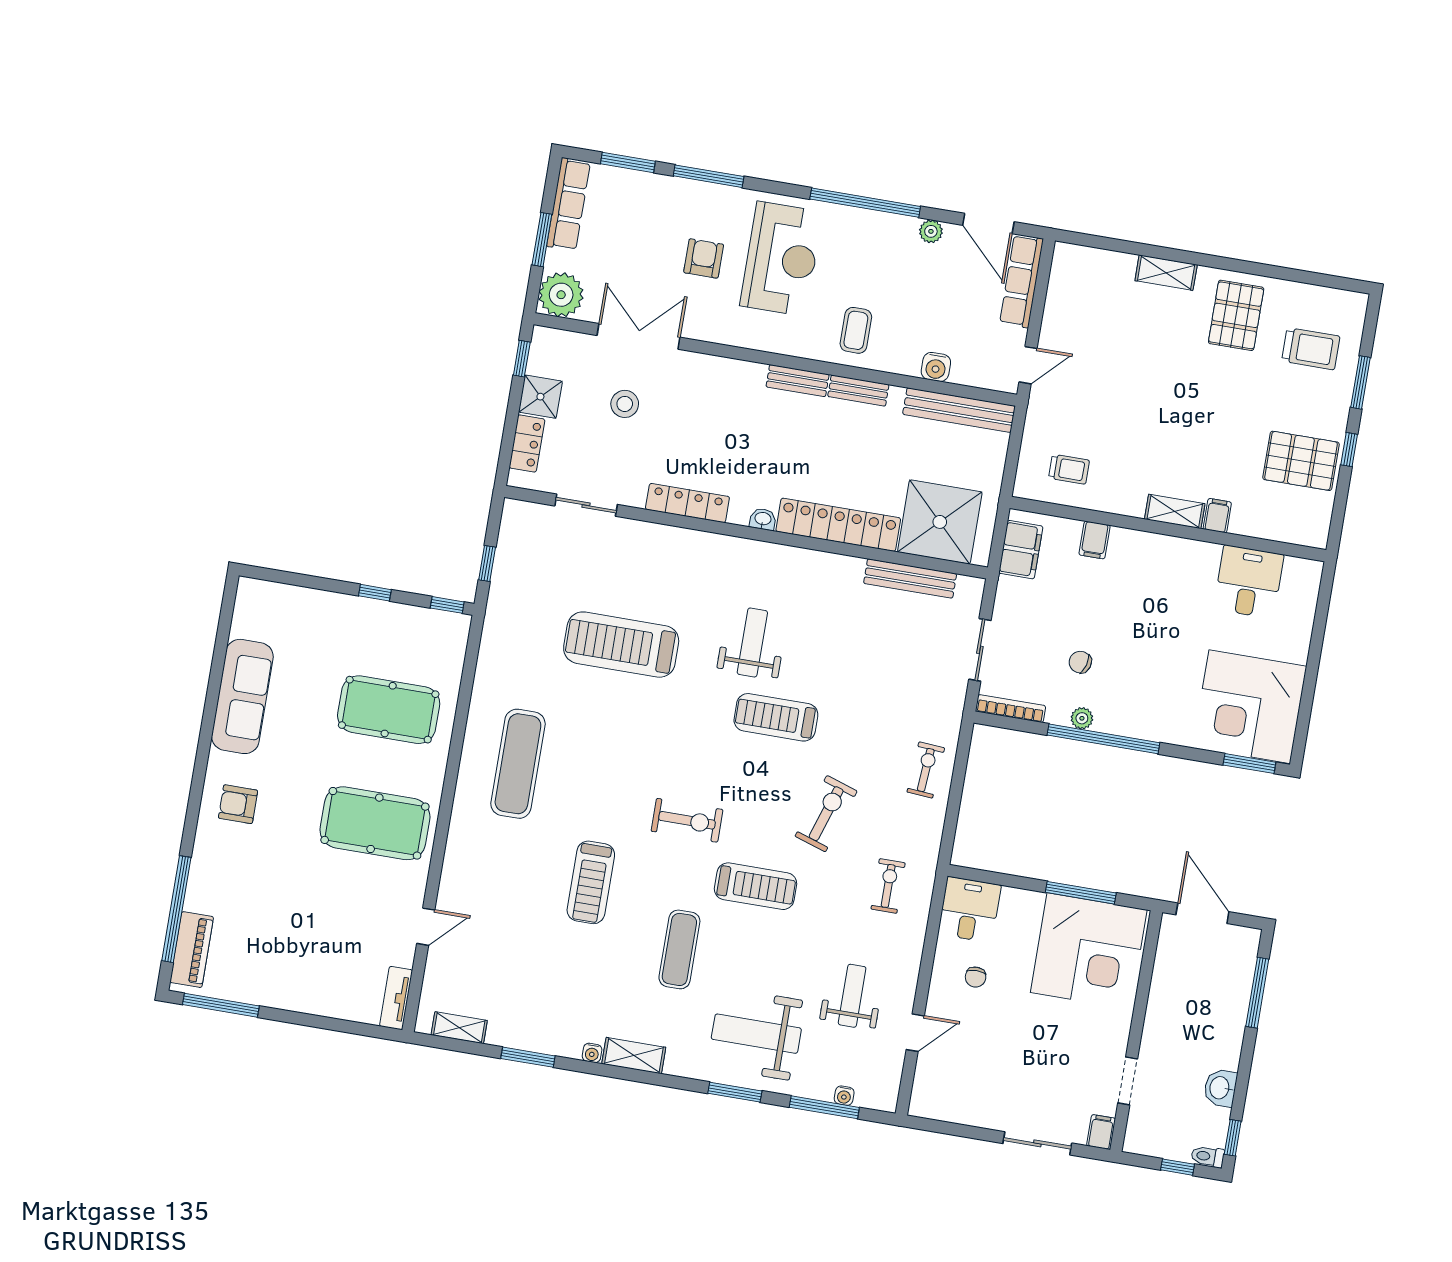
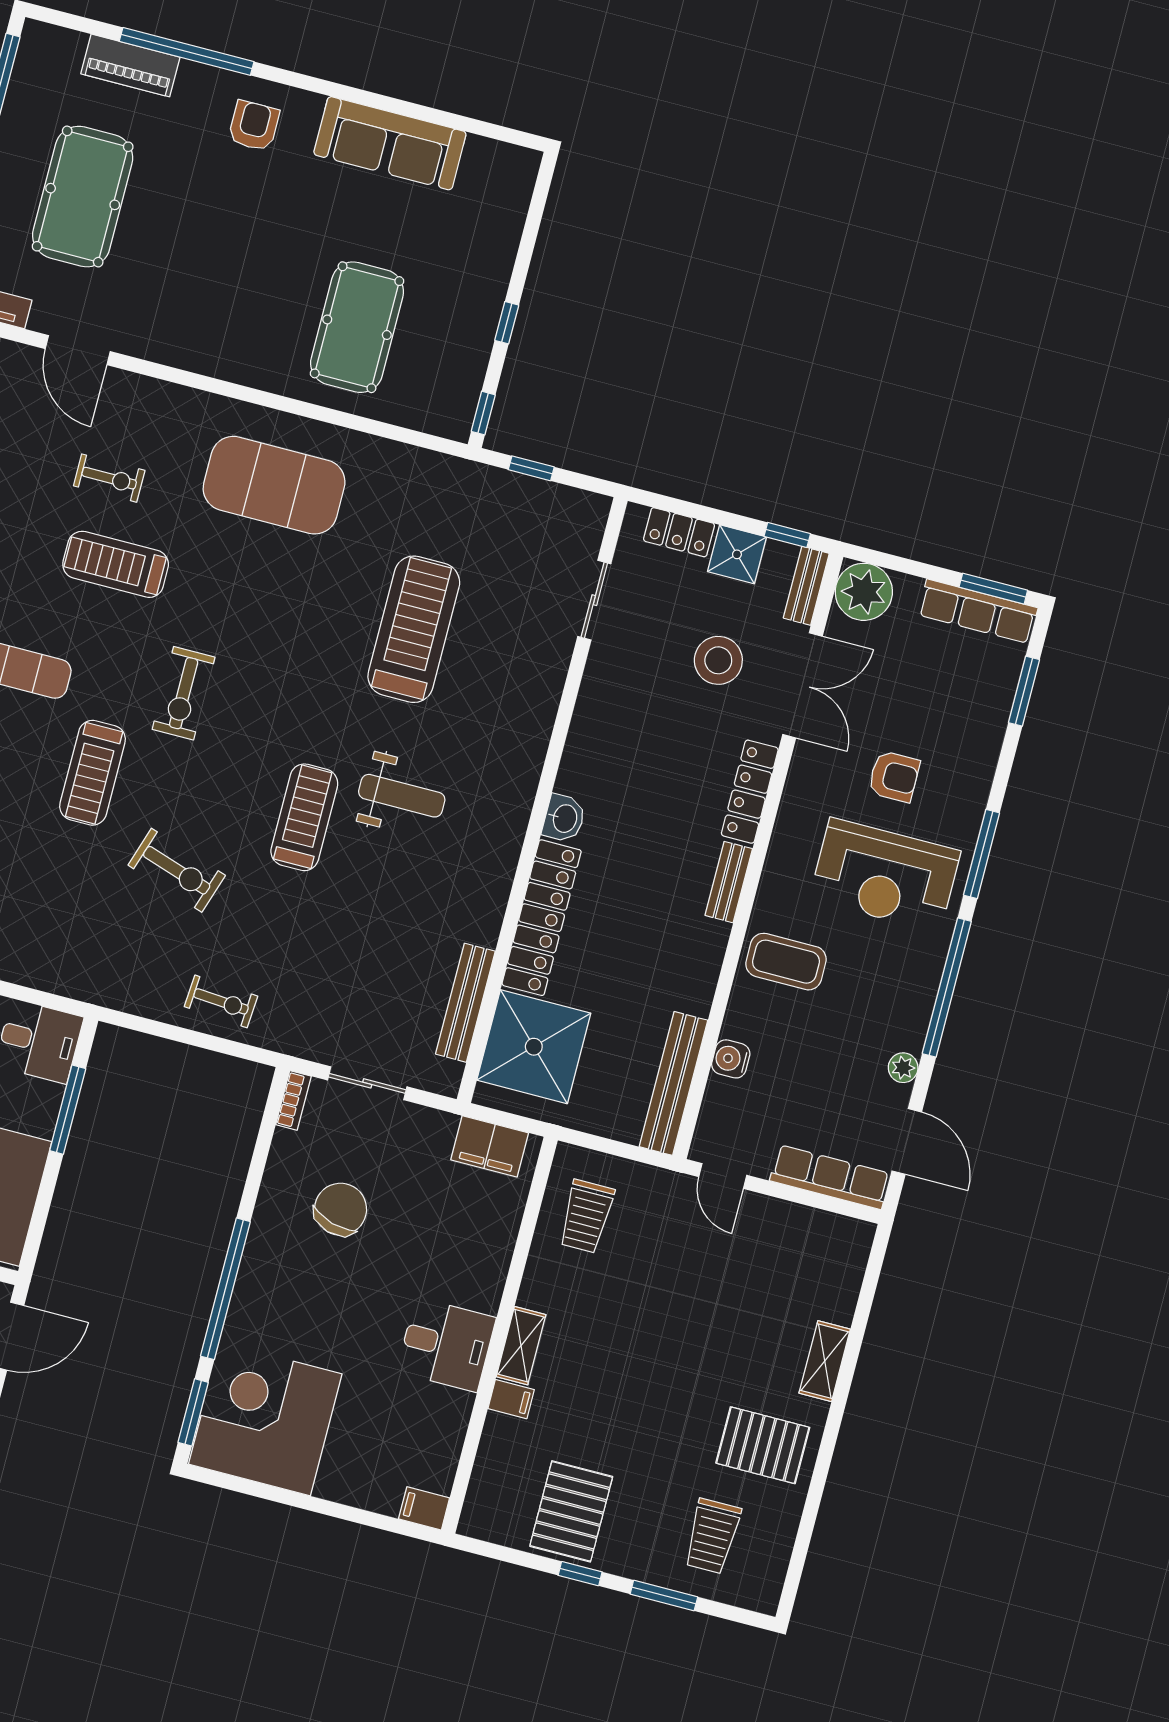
window: (709, 176) -> (982, 854), moved
door: (988, 224) -> (907, 1141), swing flipped
window: (542, 240) -> (993, 589), moved
coffee table: (856, 330) -> (786, 962), width x1.36, depth x1.30
bench: (858, 391) -> (806, 586), moved
stool: (625, 404) -> (718, 660), width x1.38, depth x1.38
trolley: (1069, 469) -> (586, 1216), width x1.36, depth x1.39
locker: (687, 503) -> (750, 792), moved, turned 180
washbasin: (763, 519) -> (564, 818), width x1.38, depth x1.45
filing cabinet: (1095, 540) -> (424, 1508), moved
desk: (1249, 582) -> (446, 1345), moved
chair: (1080, 662) -> (341, 1209), width x1.87, depth x1.87
bookcase: (1011, 709) -> (293, 1100), width x0.64
plant: (1082, 718) -> (269, 1205), removed
window: (1103, 739) -> (225, 1289), moved
exercise mat: (518, 764) -> (274, 485), width x1.47
pool table: (375, 823) -> (83, 197), moved
exercise bike: (888, 886) -> (109, 478), moved
window: (1081, 893) -> (68, 1110), moved
window: (176, 909) -> (187, 51), moved
door: (426, 927) -> (78, 350), width x1.38
piano: (192, 950) -> (130, 65), moved

